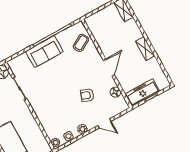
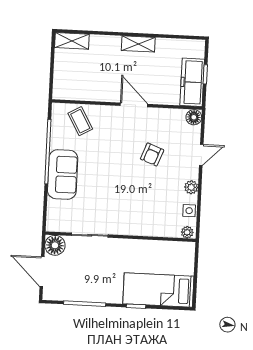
floor lamp: (115, 92) -> (194, 117), moved

